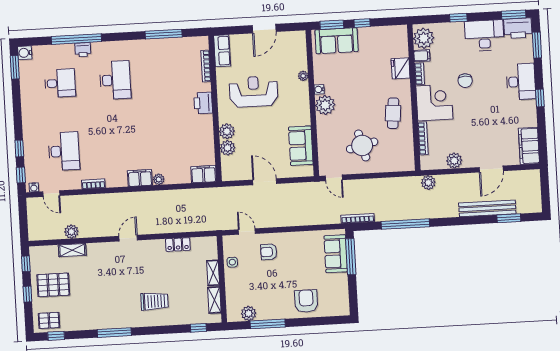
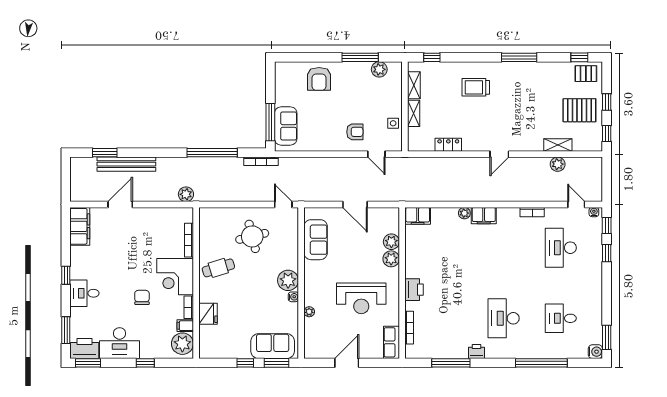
printer: (83, 50) -> (477, 351), moved
desk: (521, 82) -> (84, 293), width x0.73
cafe table: (393, 113) -> (218, 268), turned 68
plant: (454, 161) -> (158, 216), removed

